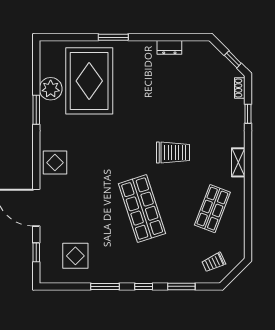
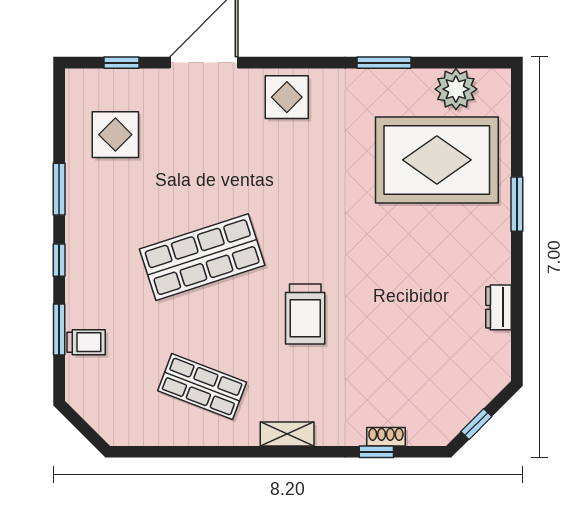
shoe rack: (240, 88) -> (386, 437), moved
plant: (51, 89) -> (456, 89), moved
trolley: (214, 262) -> (86, 342), moved, turned 115

